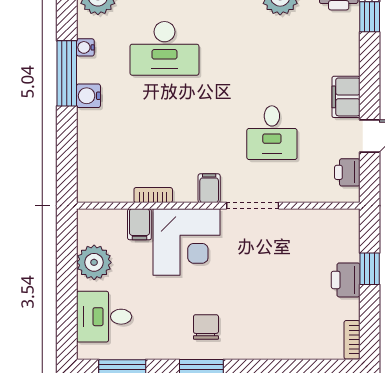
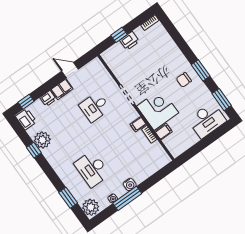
desk: (164, 48) -> (92, 169), turned 180
desk: (272, 133) -> (95, 107), turned 180
printer: (347, 172) -> (48, 98), moved
filing cabinet: (209, 188) -> (138, 124), moved
plant: (94, 262) -> (190, 138), removed
desk: (104, 317) -> (207, 120), width x1.37

